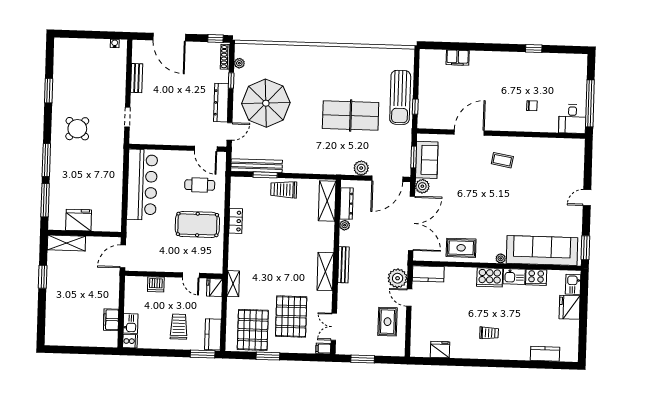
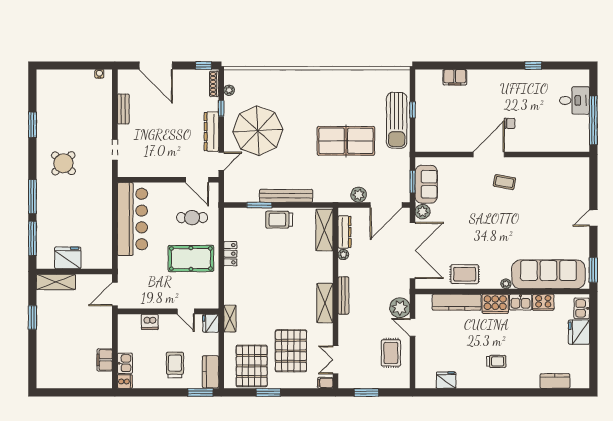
chair: (532, 106) -> (510, 123), moved
window: (415, 107) -> (413, 110), moved
desk: (572, 119) -> (574, 100), moved, turned -90
door: (469, 133) -> (489, 155), moved
bench: (257, 166) -> (286, 196), moved
kitchen counter: (428, 274) -> (457, 302), moved, width x1.50

